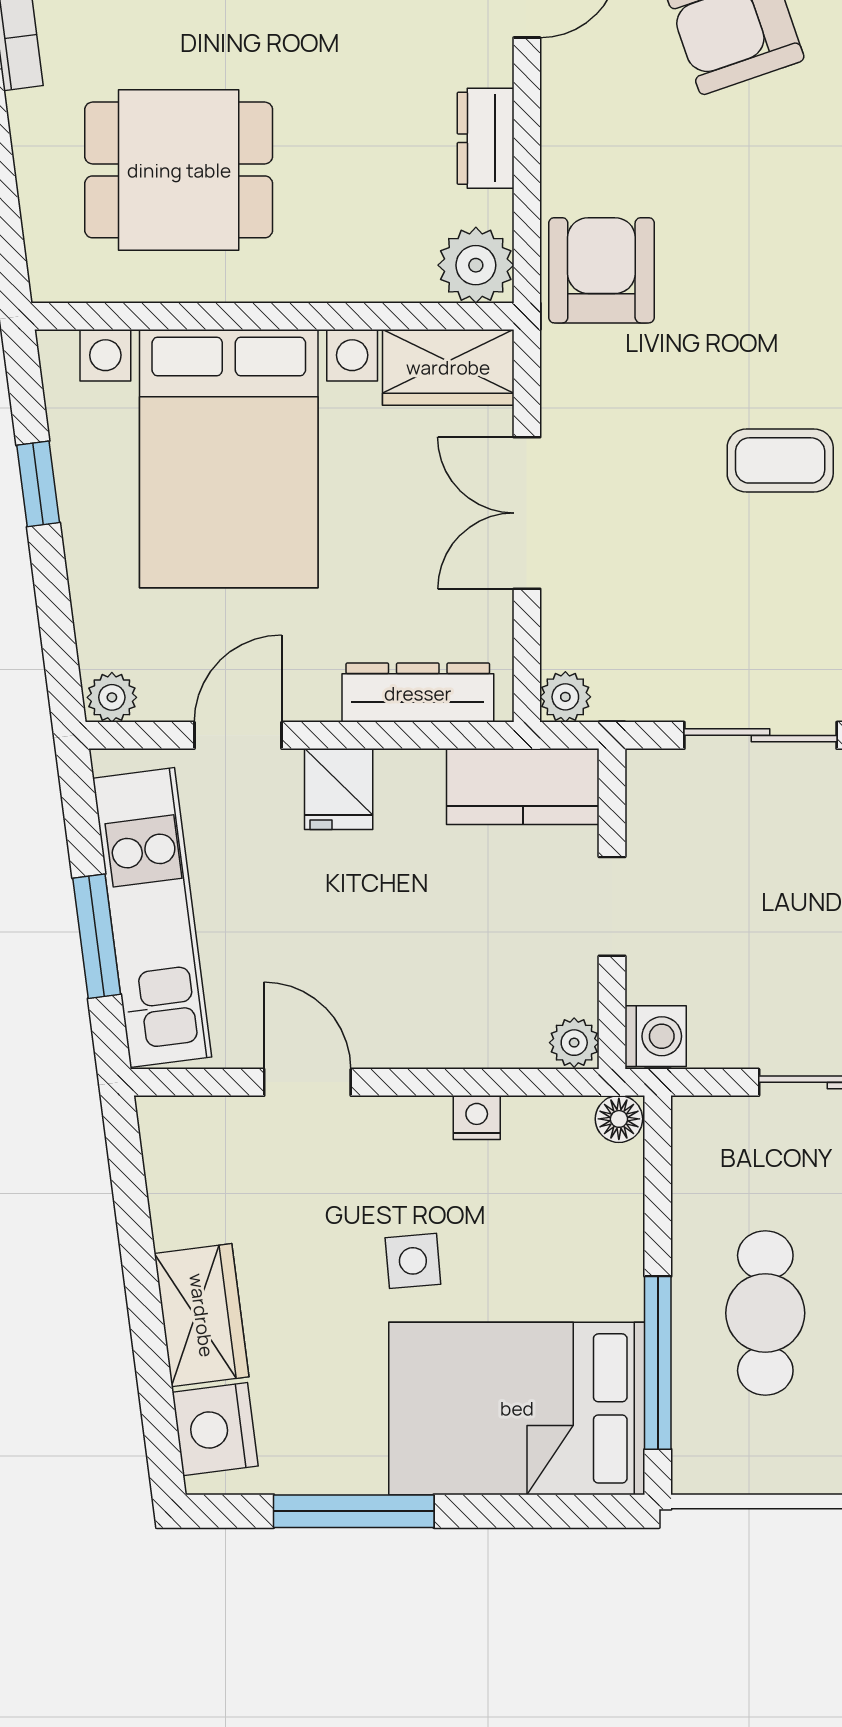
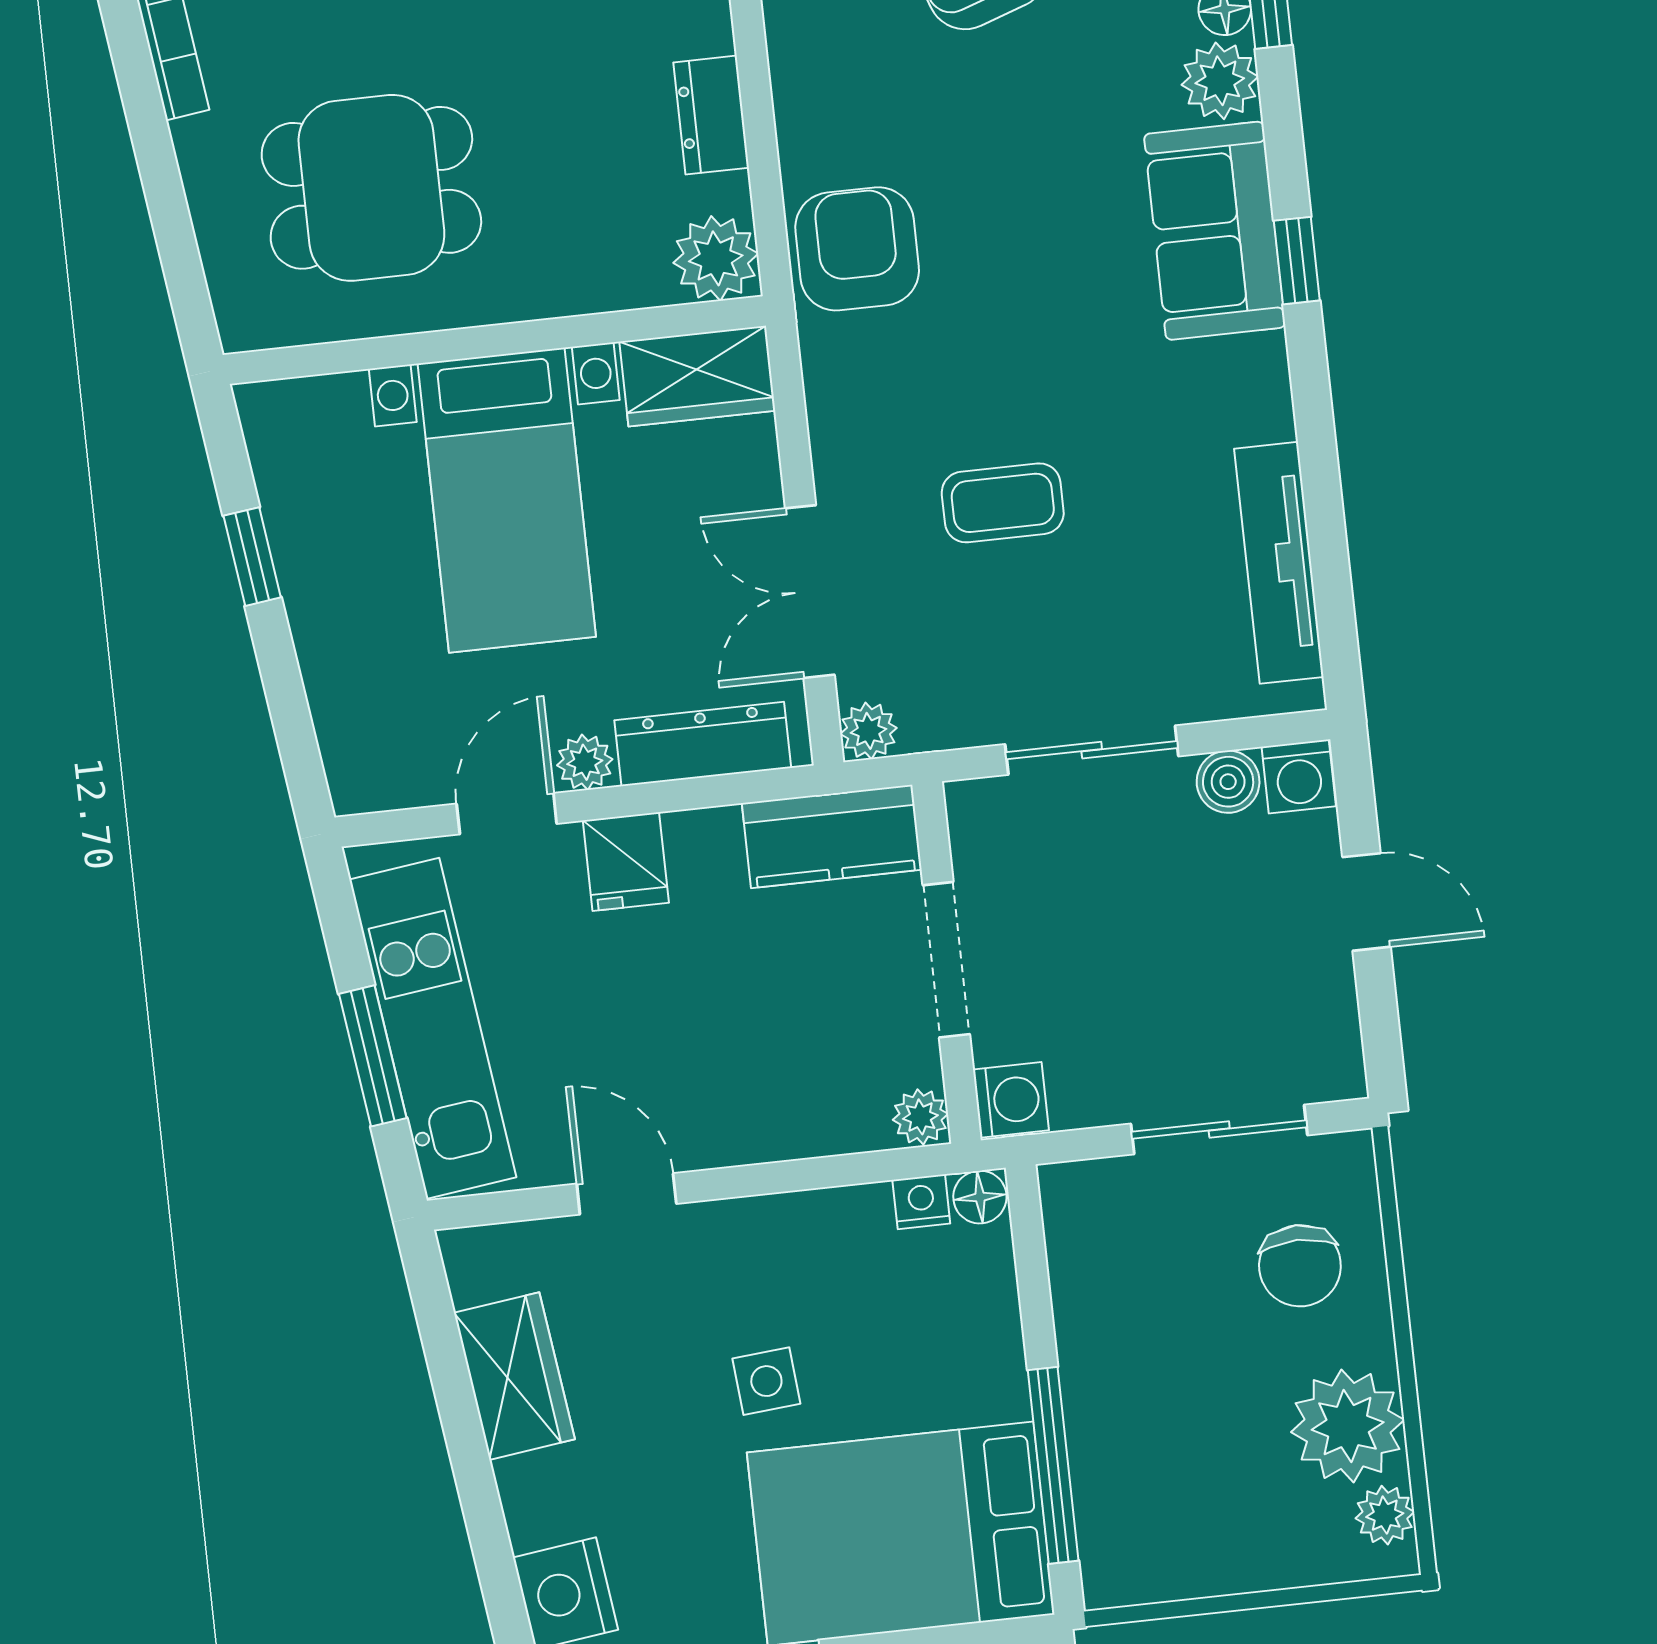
bed with nightstands: (229, 459) -> (507, 500), width x0.73
coffee table: (780, 460) -> (1003, 503), moved
double door: (527, 513) -> (810, 592), moved
plant: (112, 697) -> (585, 762), moved
doorway: (612, 906) -> (946, 960), width x1.38
nightstand: (477, 1117) -> (921, 1202), moved
cafe table: (765, 1313) -> (1167, 1397), removed
wardrobe: (202, 1315) -> (514, 1376), moved

